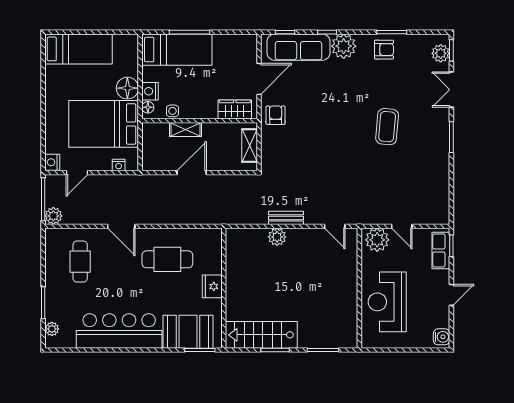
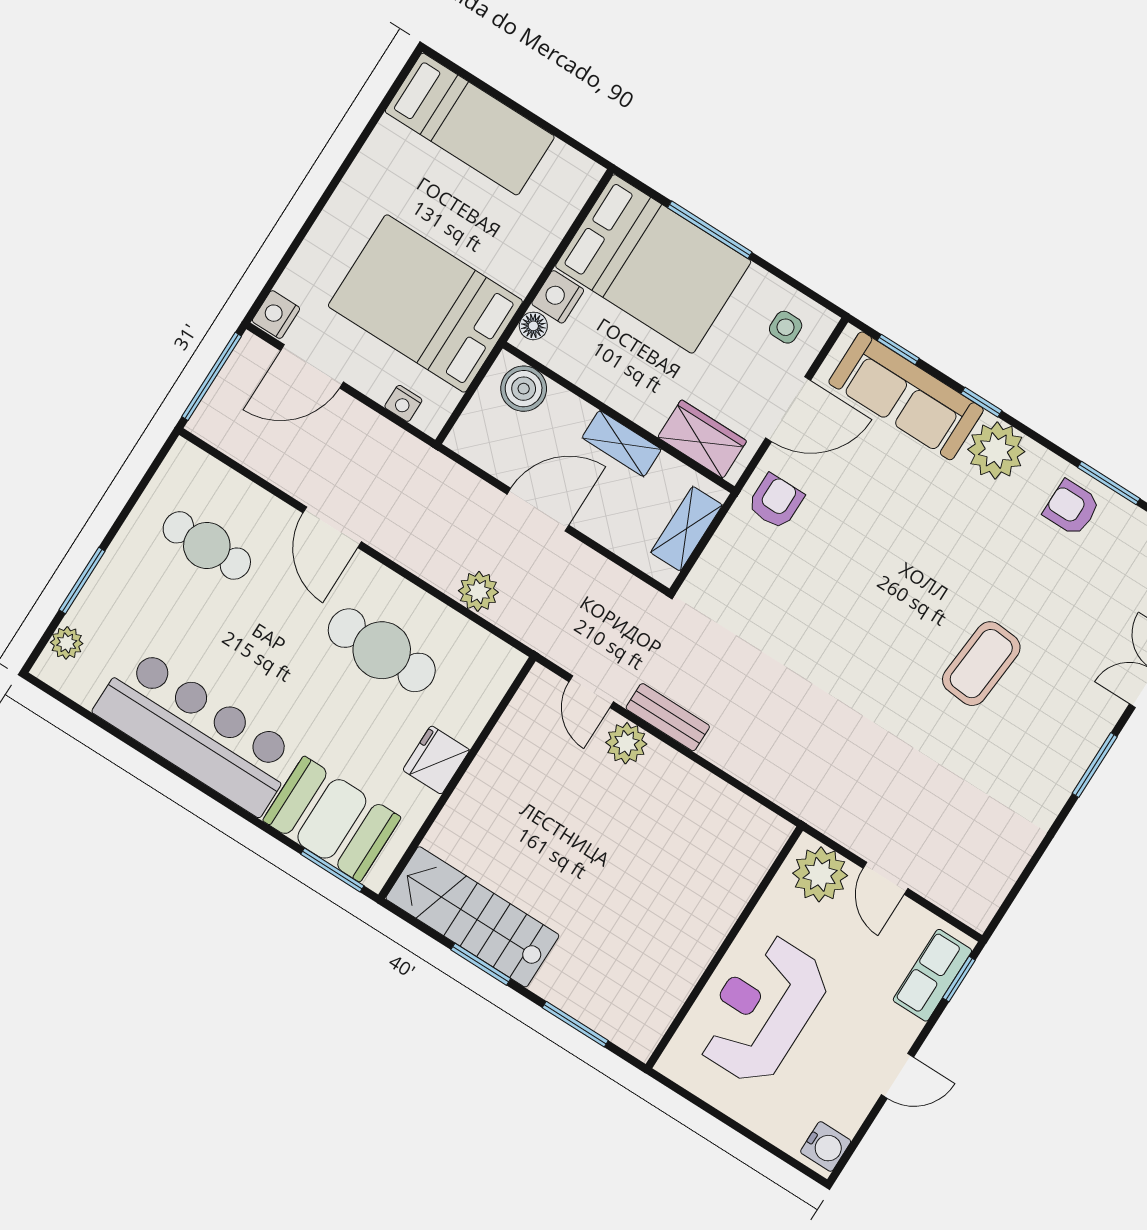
bed: (177, 50) -> (653, 264), width x1.50
armchair: (384, 50) -> (1072, 508), turned 180
floor lamp: (127, 88) -> (517, 263), removed
side table: (173, 111) -> (786, 327), moved
shelving: (186, 130) -> (622, 444), moved
boiler: (159, 132) -> (524, 389), added
door: (77, 173) -> (312, 366), width x1.38
plant: (53, 216) -> (478, 591), moved
door: (335, 226) -> (591, 692), moved
cafe table: (80, 262) -> (207, 545), turned 90

